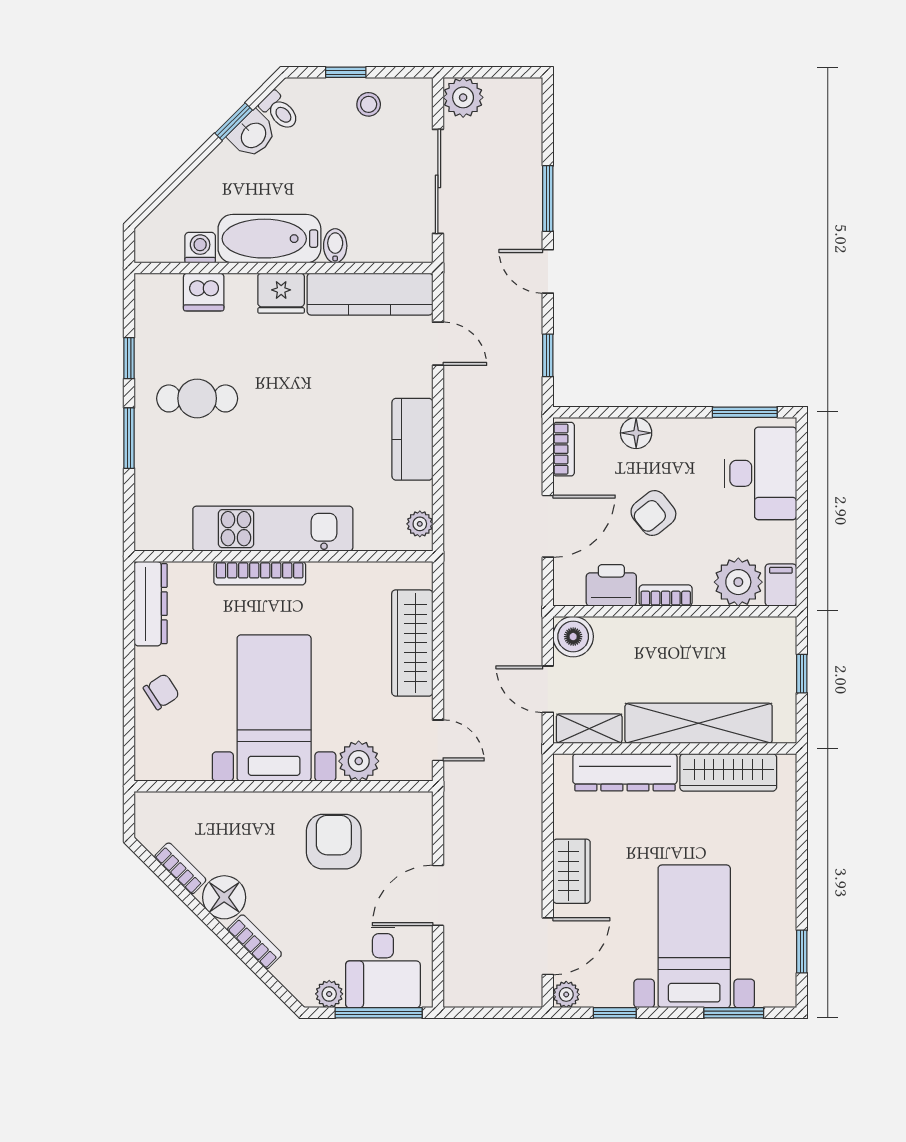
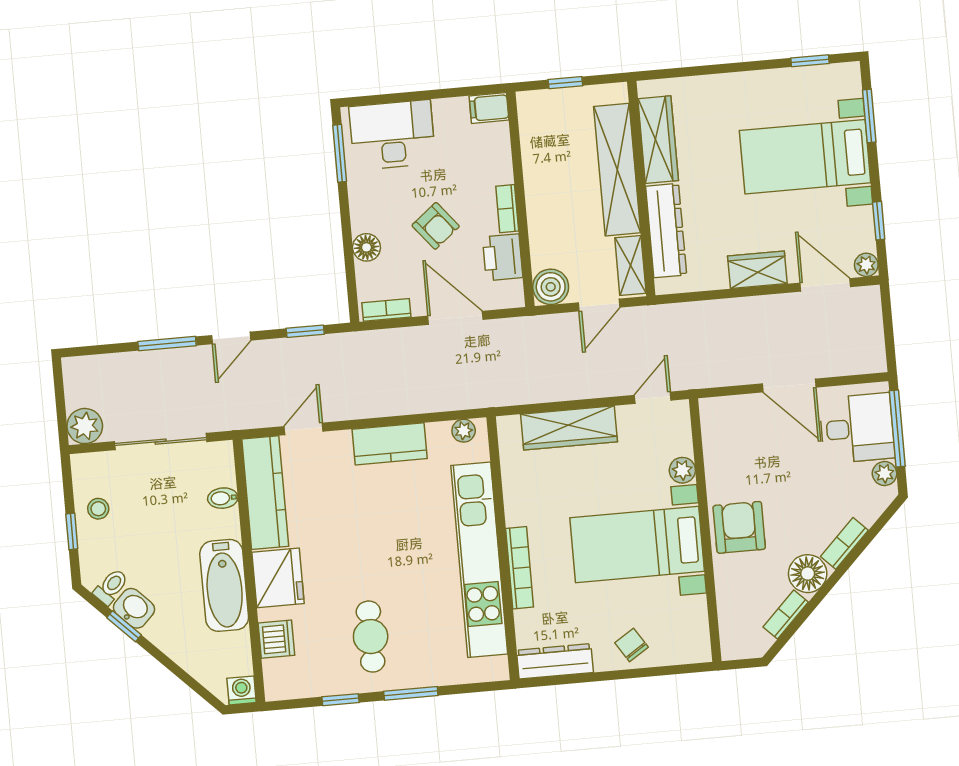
bidet: (335, 246) -> (223, 498), moved
washing machine: (200, 248) -> (242, 690), moved, turned 90
fridge: (281, 293) -> (278, 578), width x1.36, depth x1.34
kitchen unit: (273, 529) -> (479, 560), width x1.36
plant: (738, 582) -> (490, 146), removed
plant: (359, 761) -> (682, 470), width x0.73, depth x0.73
armchair: (334, 842) -> (739, 527), moved, turned 90

